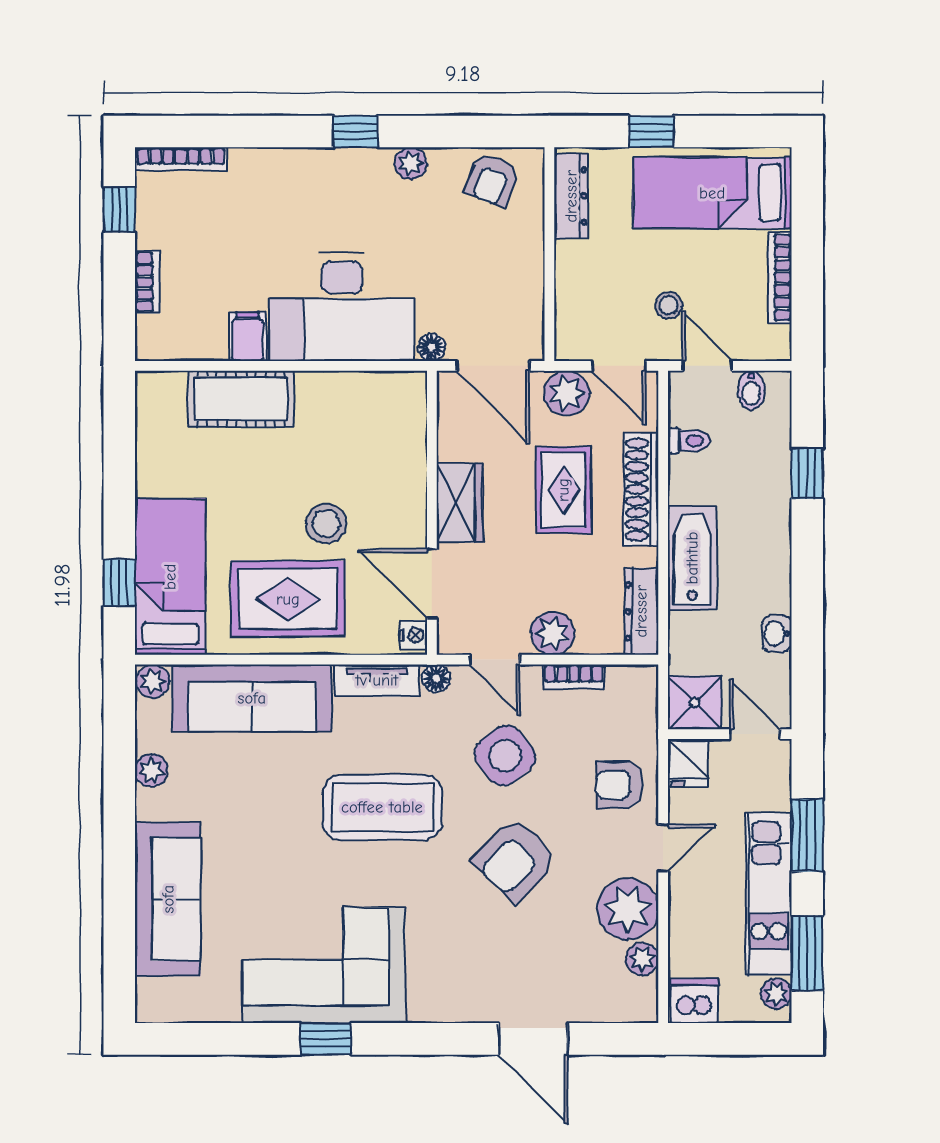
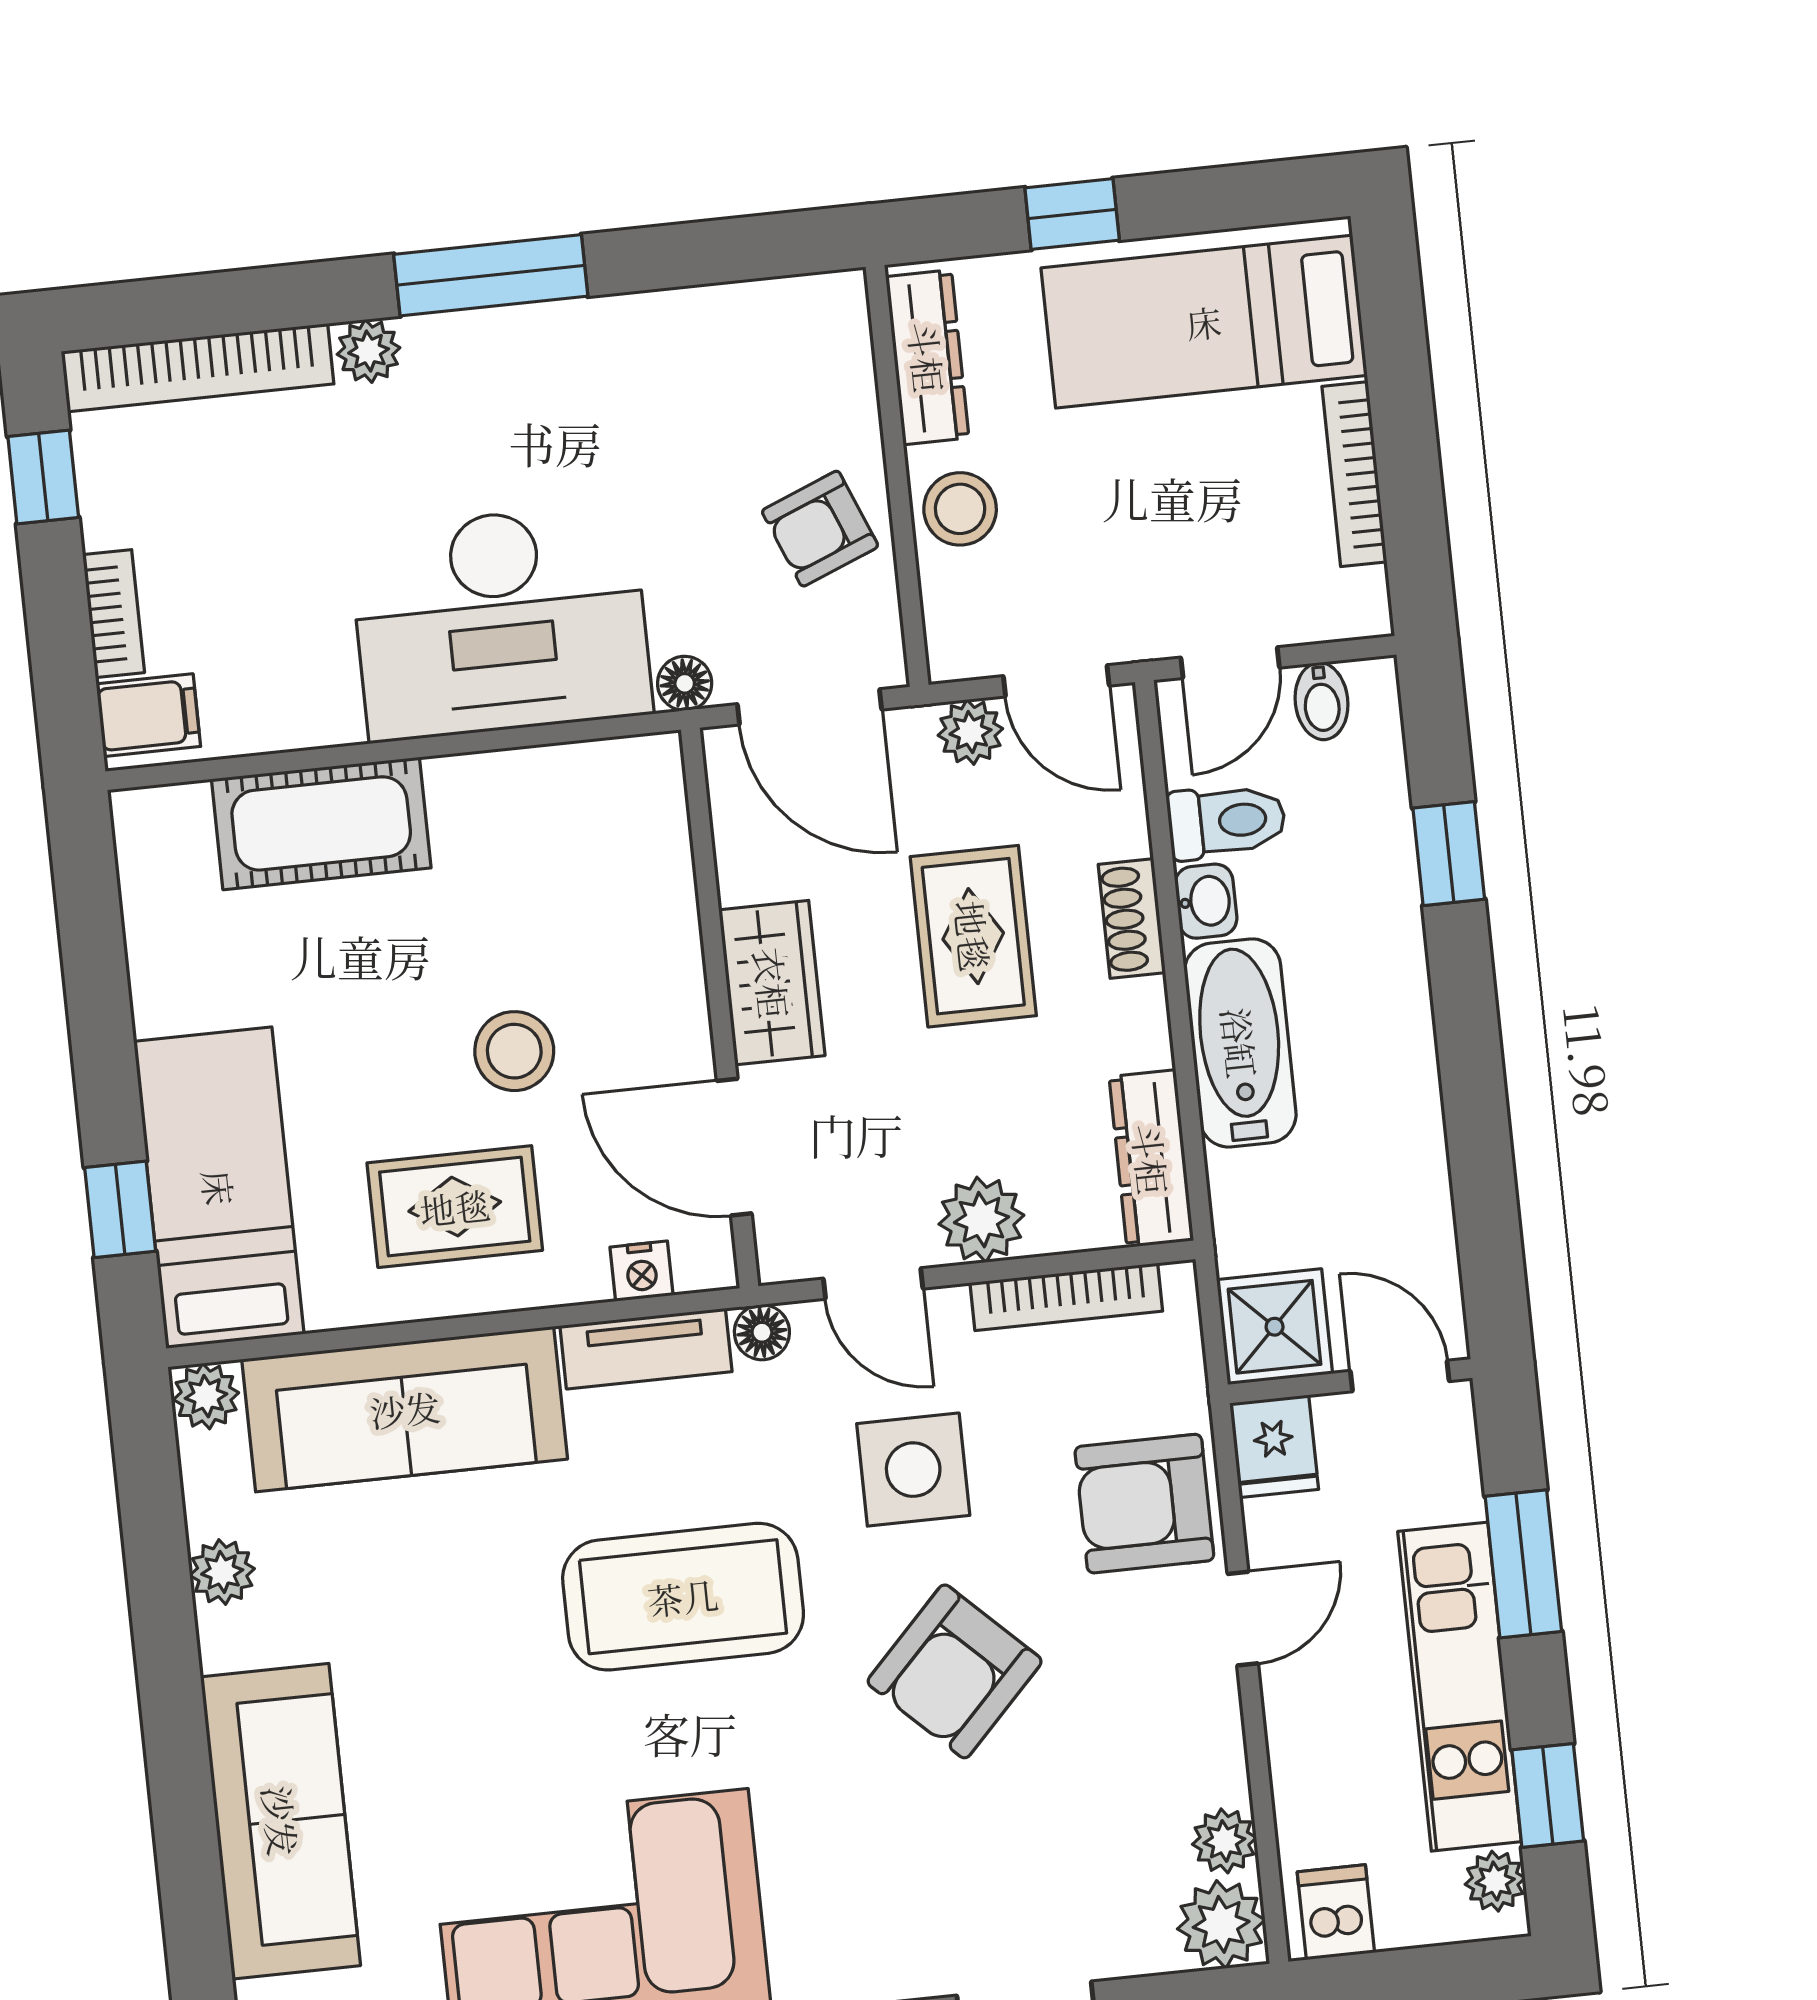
window: (355, 132) -> (491, 275), width x2.17
bookcase: (181, 159) -> (198, 368), width x1.48, depth x1.31
plant: (411, 163) -> (369, 351), moved
armchair: (492, 180) -> (820, 529), moved, turned 48
stool: (669, 305) -> (960, 509), moved, width x1.37, depth x1.37
filing cabinet: (248, 336) -> (148, 715), moved, turned 90
door: (707, 366) -> (1230, 663), swing flipped
plant: (567, 393) -> (970, 732), width x0.73, depth x0.73
toilet: (689, 441) -> (1226, 821), width x1.37, depth x1.39
shoe rack: (641, 490) -> (1132, 918), width x0.51, depth x0.81
rug: (288, 599) -> (455, 1207), width x0.73, depth x0.70
washbasin: (777, 634) -> (1206, 901), moved, turned 180
nightstand: (413, 635) -> (642, 1271), moved, turned 90
bookcase: (574, 677) -> (1066, 1297), width x1.56
side table: (505, 756) -> (913, 1470), turned 37
armchair: (620, 785) -> (1144, 1504), width x1.38, depth x1.38
plant: (628, 909) -> (1221, 1924), moved, width x0.73, depth x0.73
window: (807, 953) -> (1548, 1795), width x0.67
dishwasher: (694, 1001) -> (1336, 1912), width x0.73

